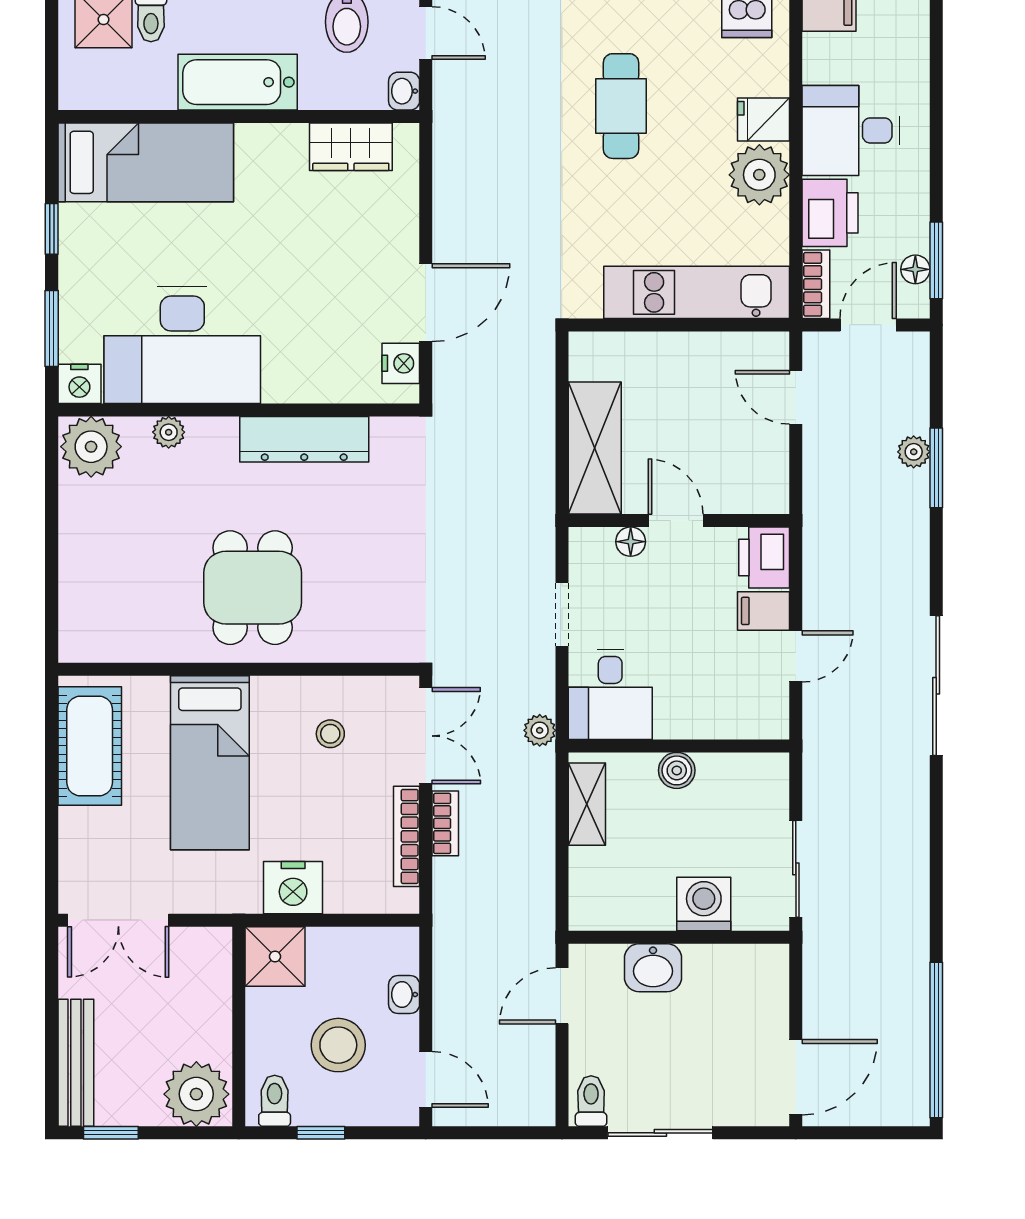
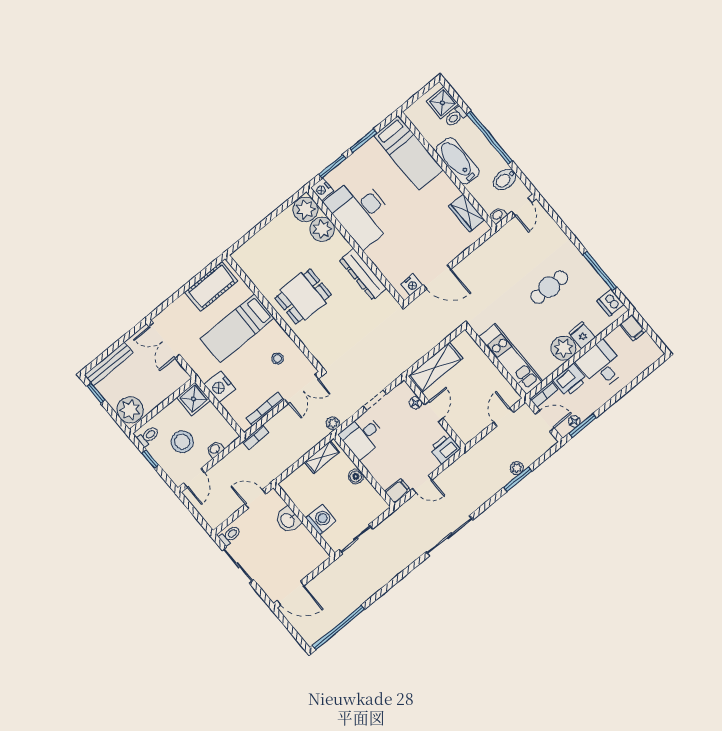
window: (52, 229) -> (363, 141), width x1.50
plant: (169, 432) -> (322, 229), width x1.88, depth x1.88
filing cabinet: (764, 611) -> (398, 491), moved, turned 90
bookcase: (445, 823) -> (256, 437), moved

